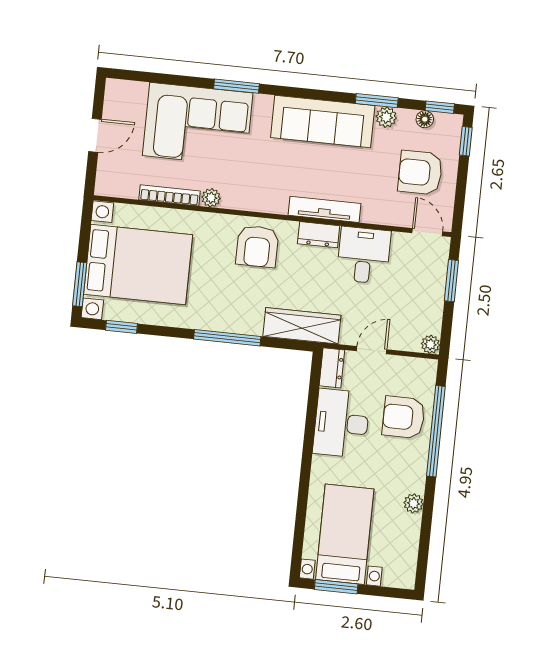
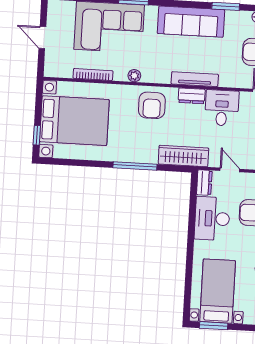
plant: (386, 117) -> (232, 17), removed
door: (95, 135) -> (42, 37), swing flipped
plant: (211, 198) -> (134, 76), moved
window: (80, 284) -> (37, 135), width x0.67
window: (121, 327) -> (65, 162), removed
door: (372, 350) -> (230, 170), hinge flipped

